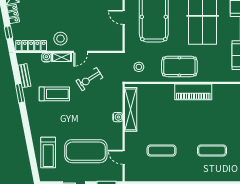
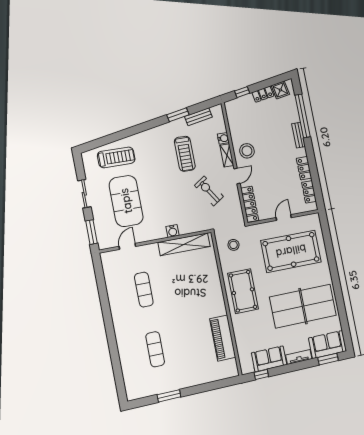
locker: (31, 46) -> (250, 204), moved
door: (81, 52) -> (237, 176), swing flipped
piano: (193, 92) -> (223, 338), moved
treadmill: (48, 153) -> (116, 157), turned 180

